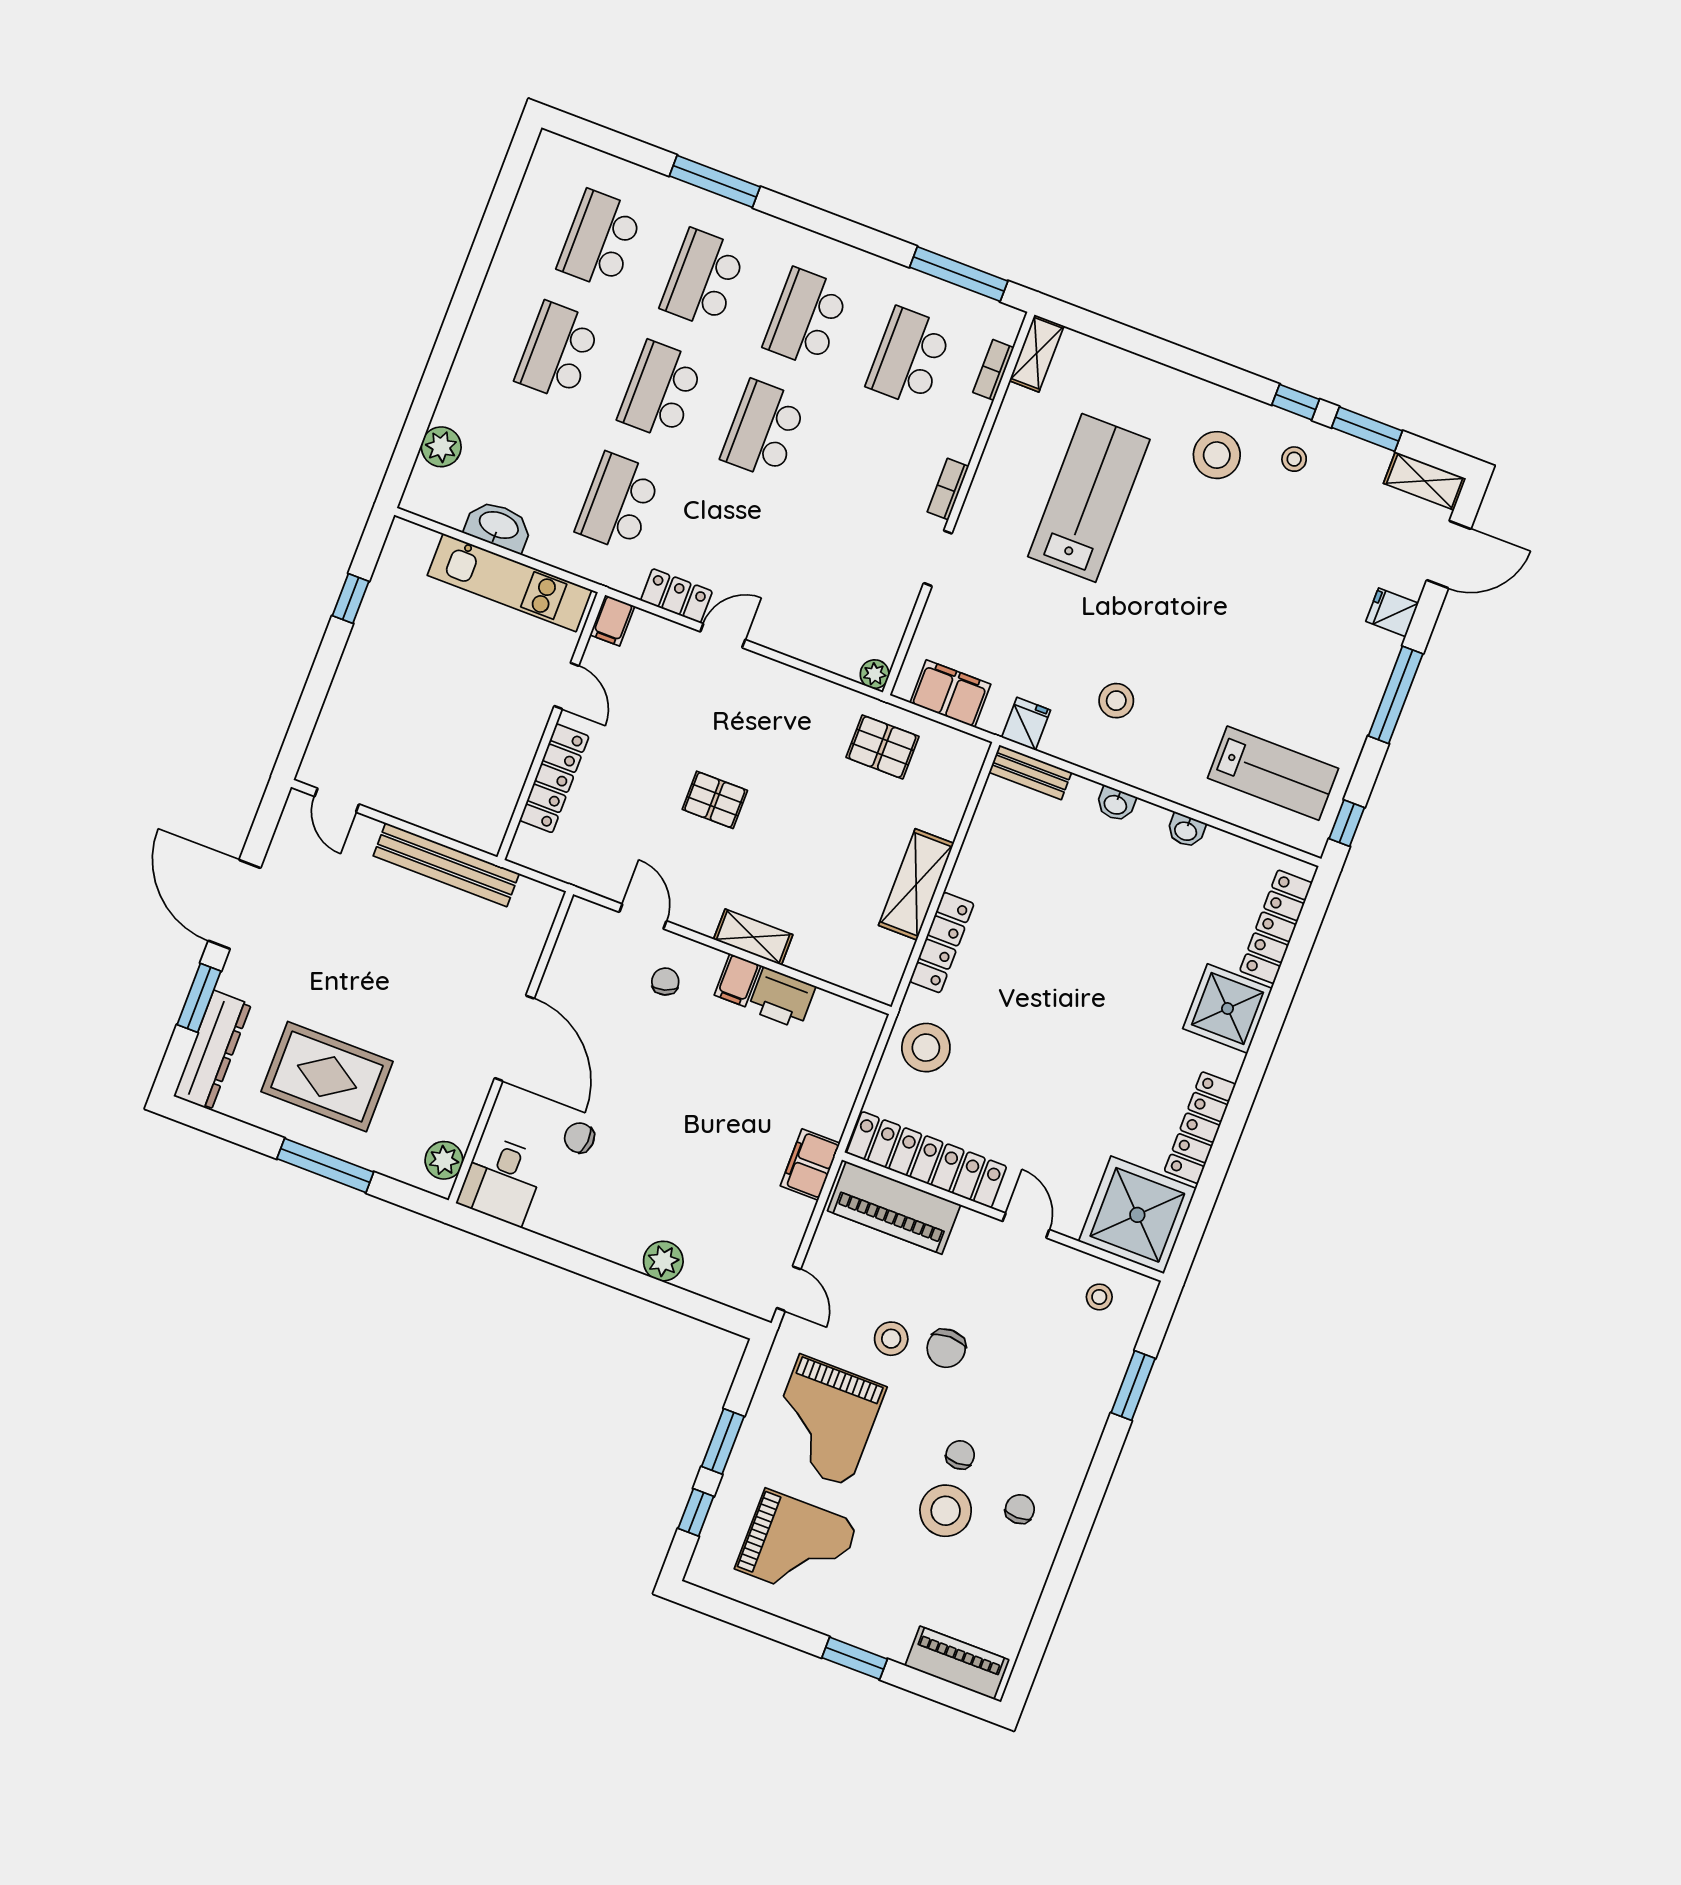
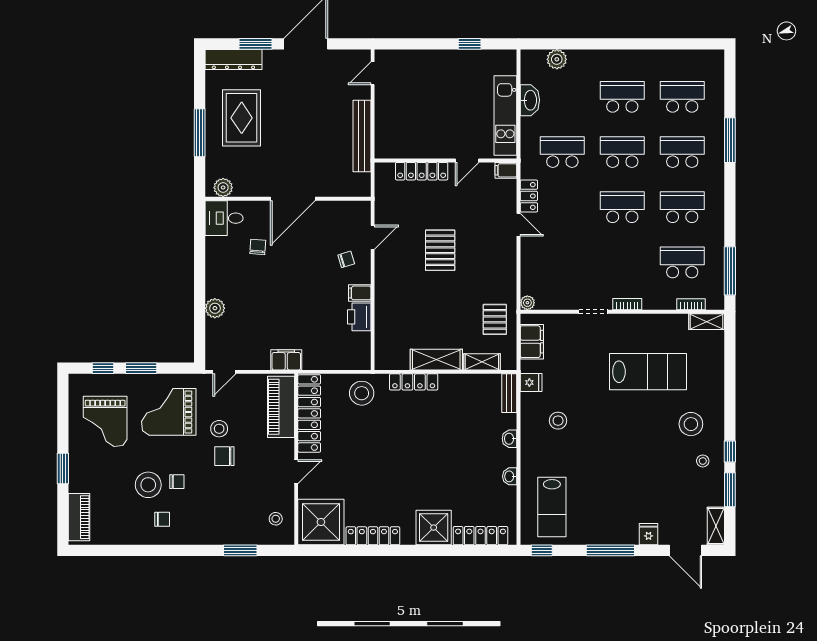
pallet: (715, 800) -> (440, 250), width x1.50, depth x1.42
shelving: (753, 937) -> (482, 362), moved, turned 90

